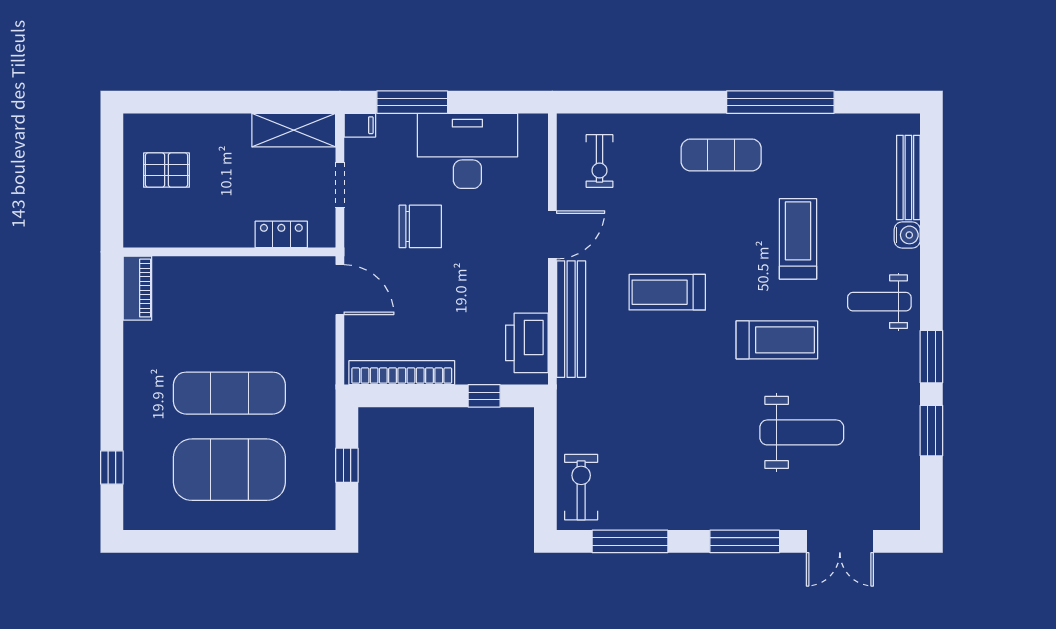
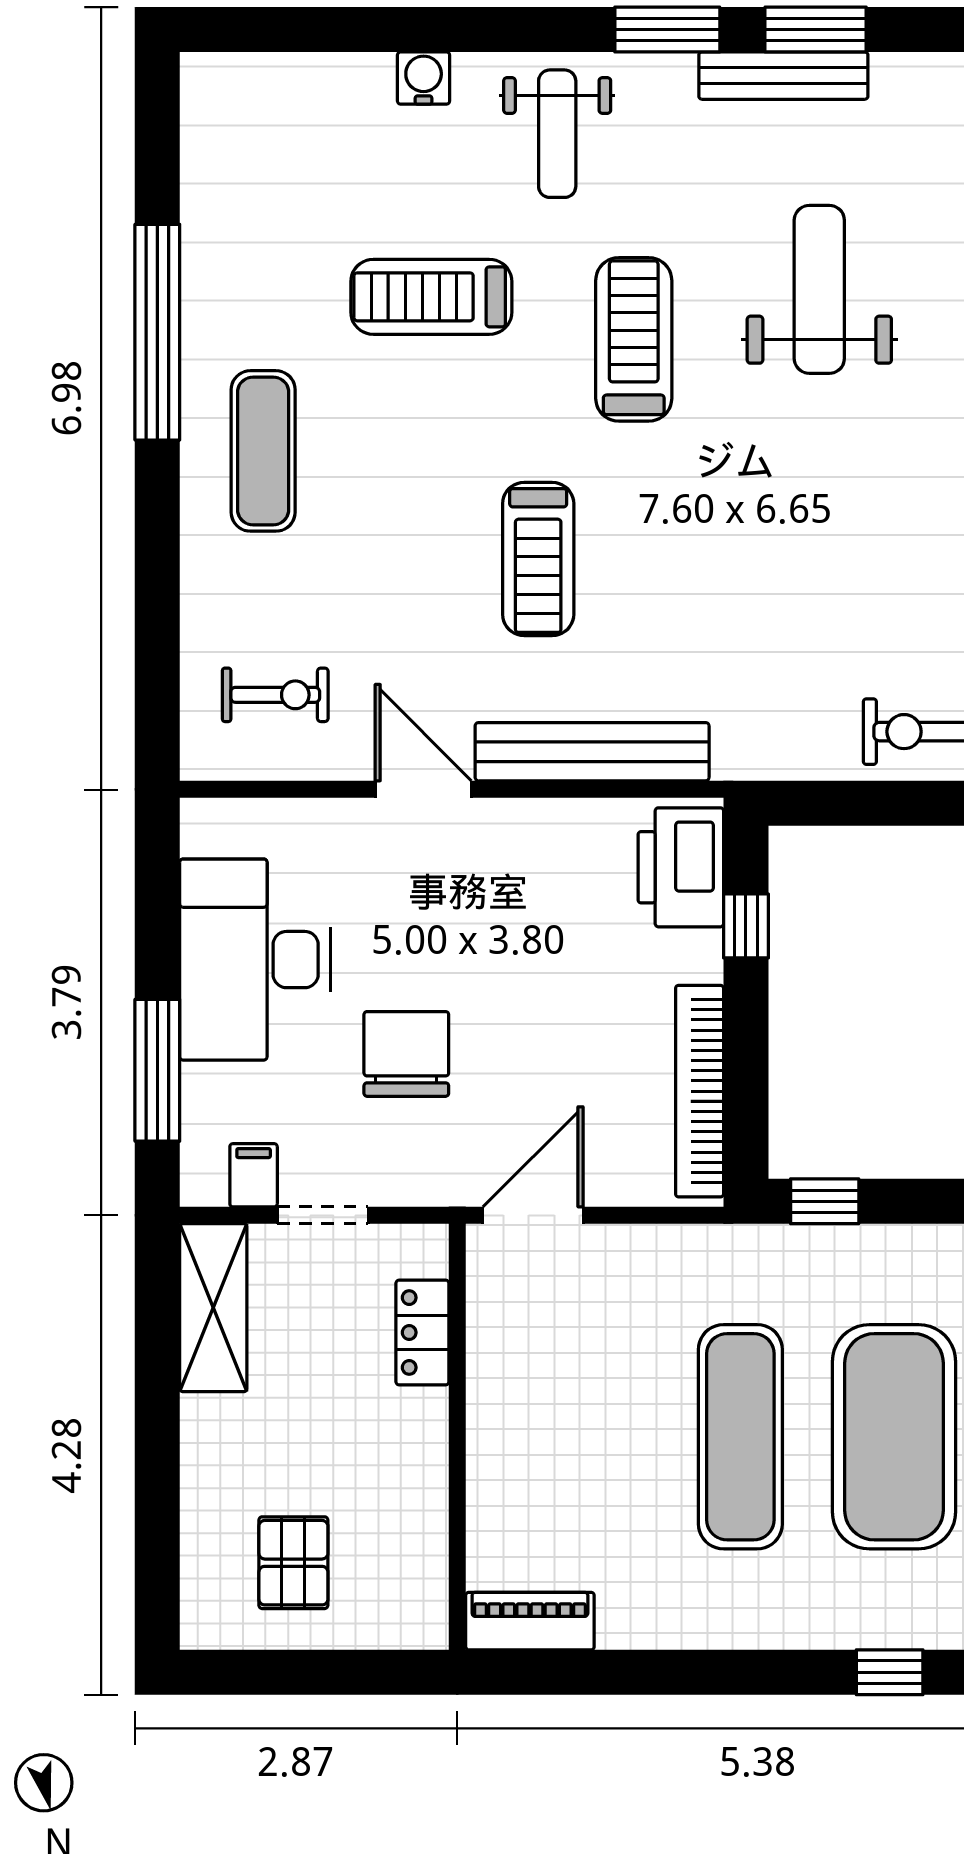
filing cabinet: (360, 125) -> (254, 1175), moved
bench: (908, 178) -> (783, 76), moved
printer: (527, 343) -> (681, 867), moved, turned 90
window: (347, 465) -> (825, 1201), moved

